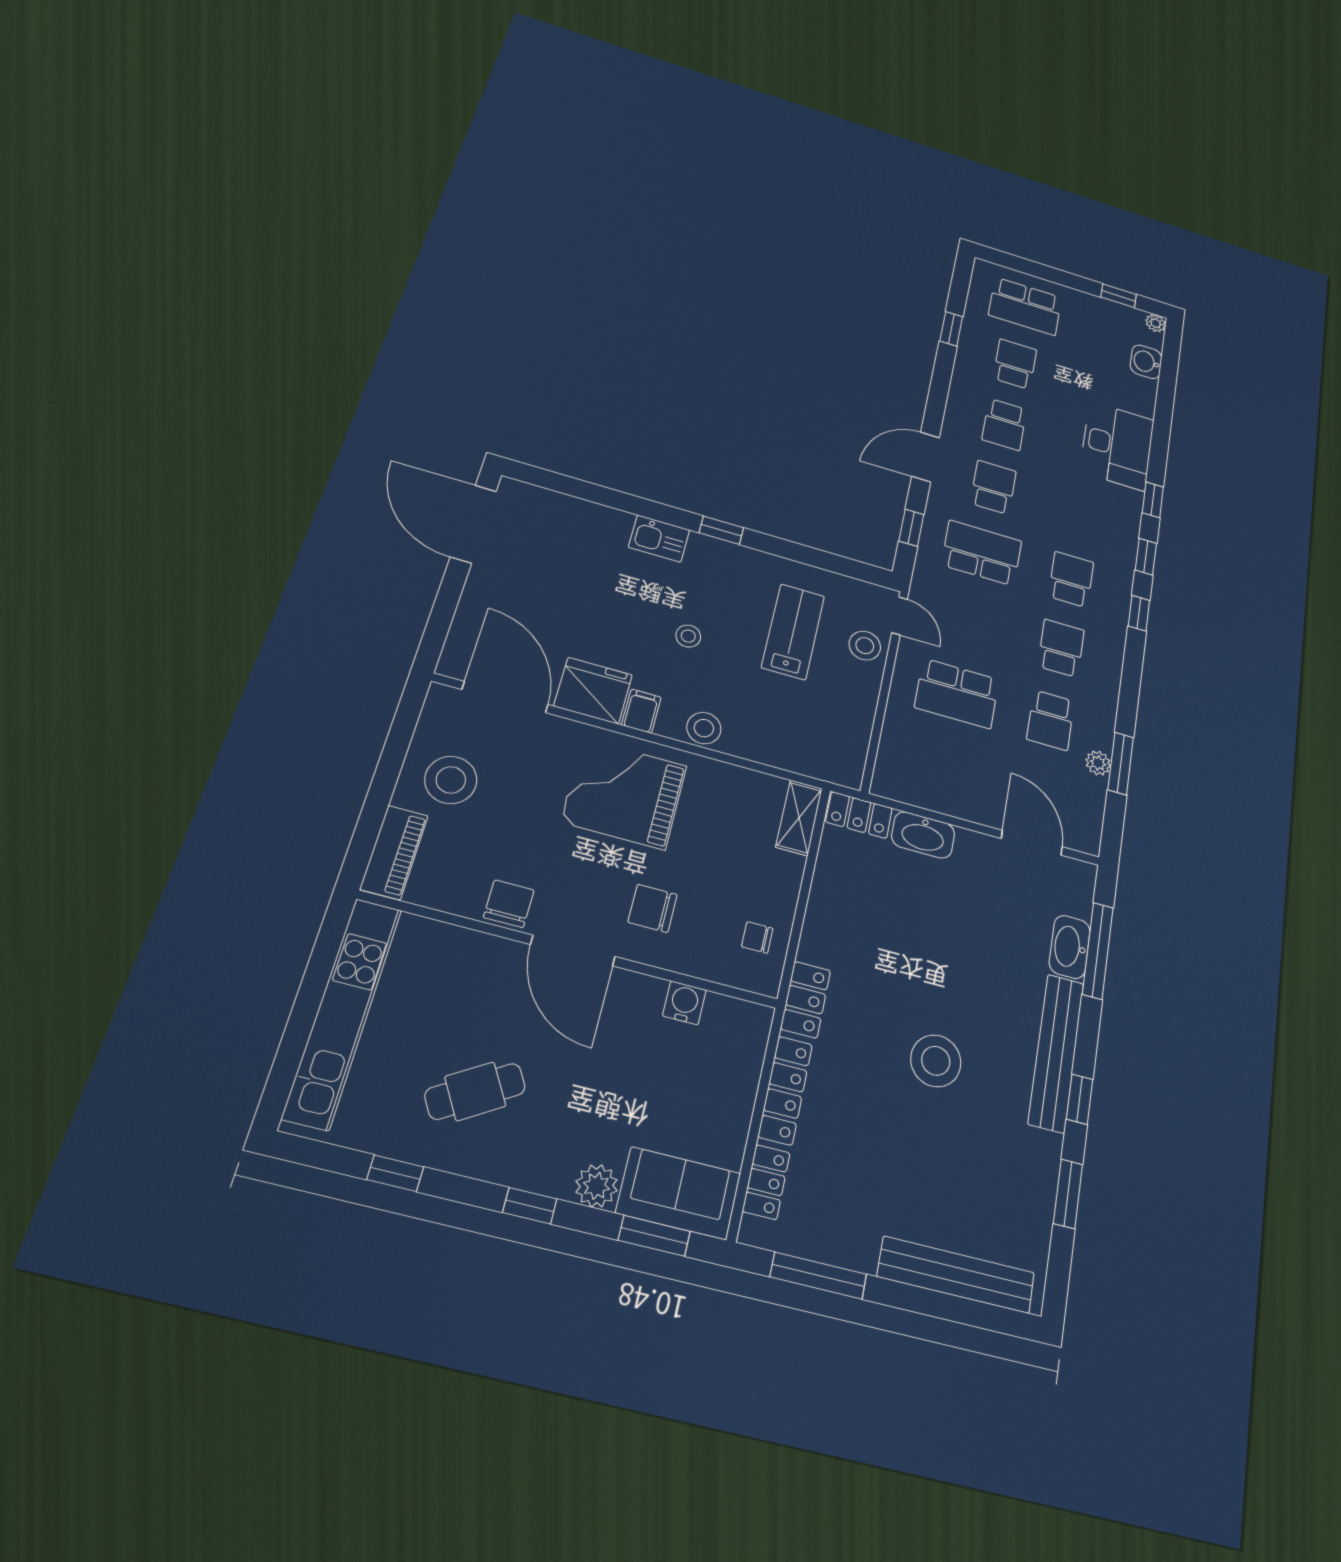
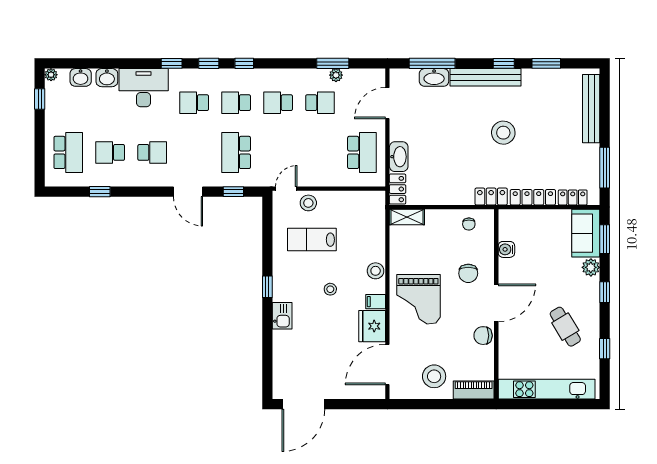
washbasin: (1141, 398) -> (107, 78), added
school desk: (993, 487) -> (194, 103), moved
school desk: (957, 693) -> (362, 152), moved

